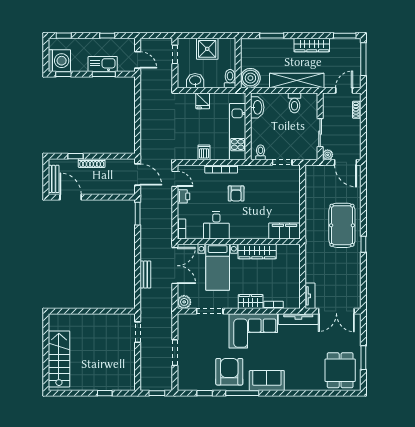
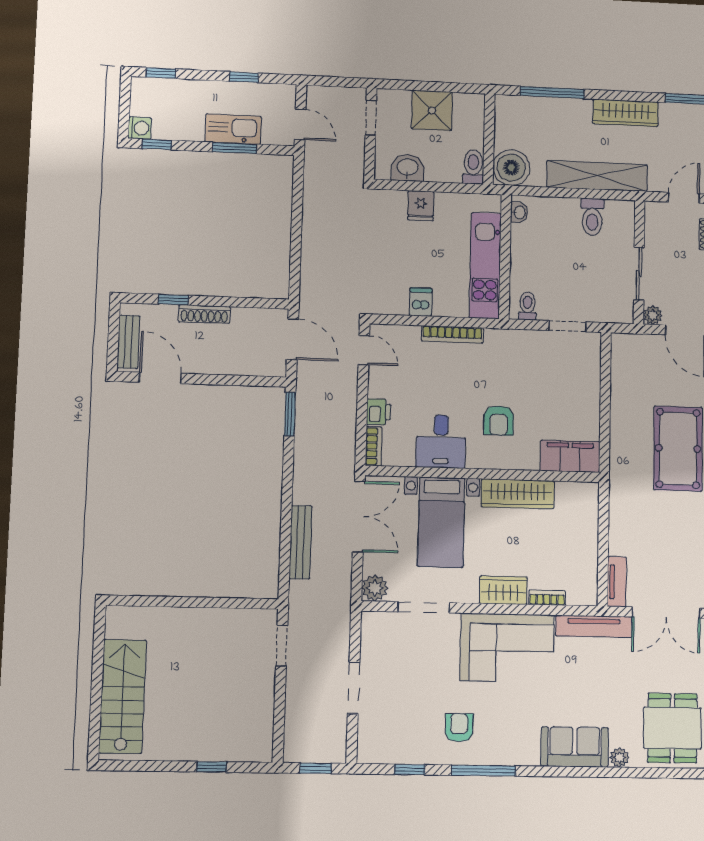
window: (272, 36) -> (552, 92), width x1.44
washing machine: (59, 61) -> (140, 128), width x0.53, depth x0.53
washbasin: (257, 107) -> (519, 212), width x0.52, depth x0.69
armchair: (236, 193) -> (499, 420), moved
printer: (184, 196) -> (379, 412), moved
bench: (145, 275) -> (300, 542), width x1.36
armchair: (229, 372) -> (459, 728), width x0.53, depth x0.53
sofa: (267, 381) -> (575, 747), moved
plant: (313, 386) -> (619, 758), added

